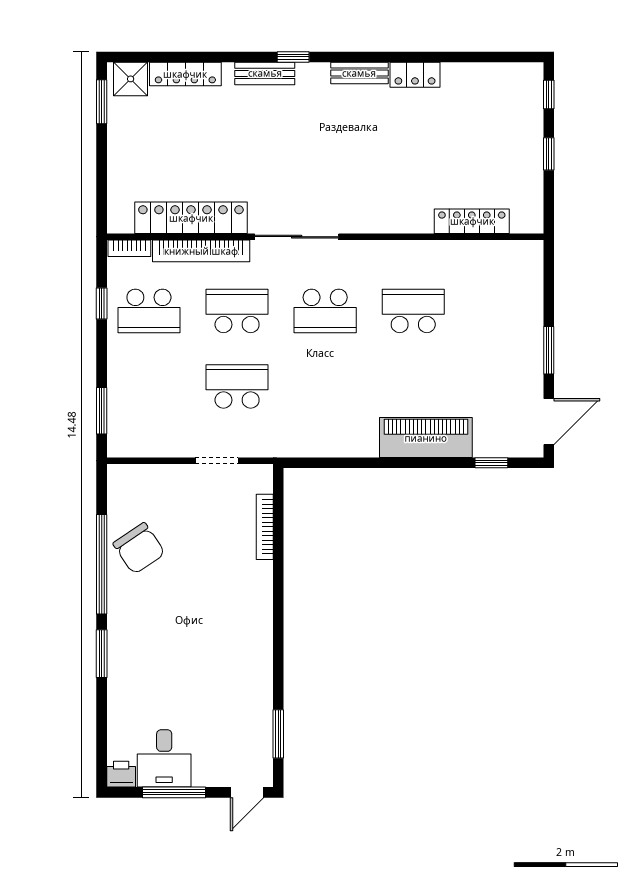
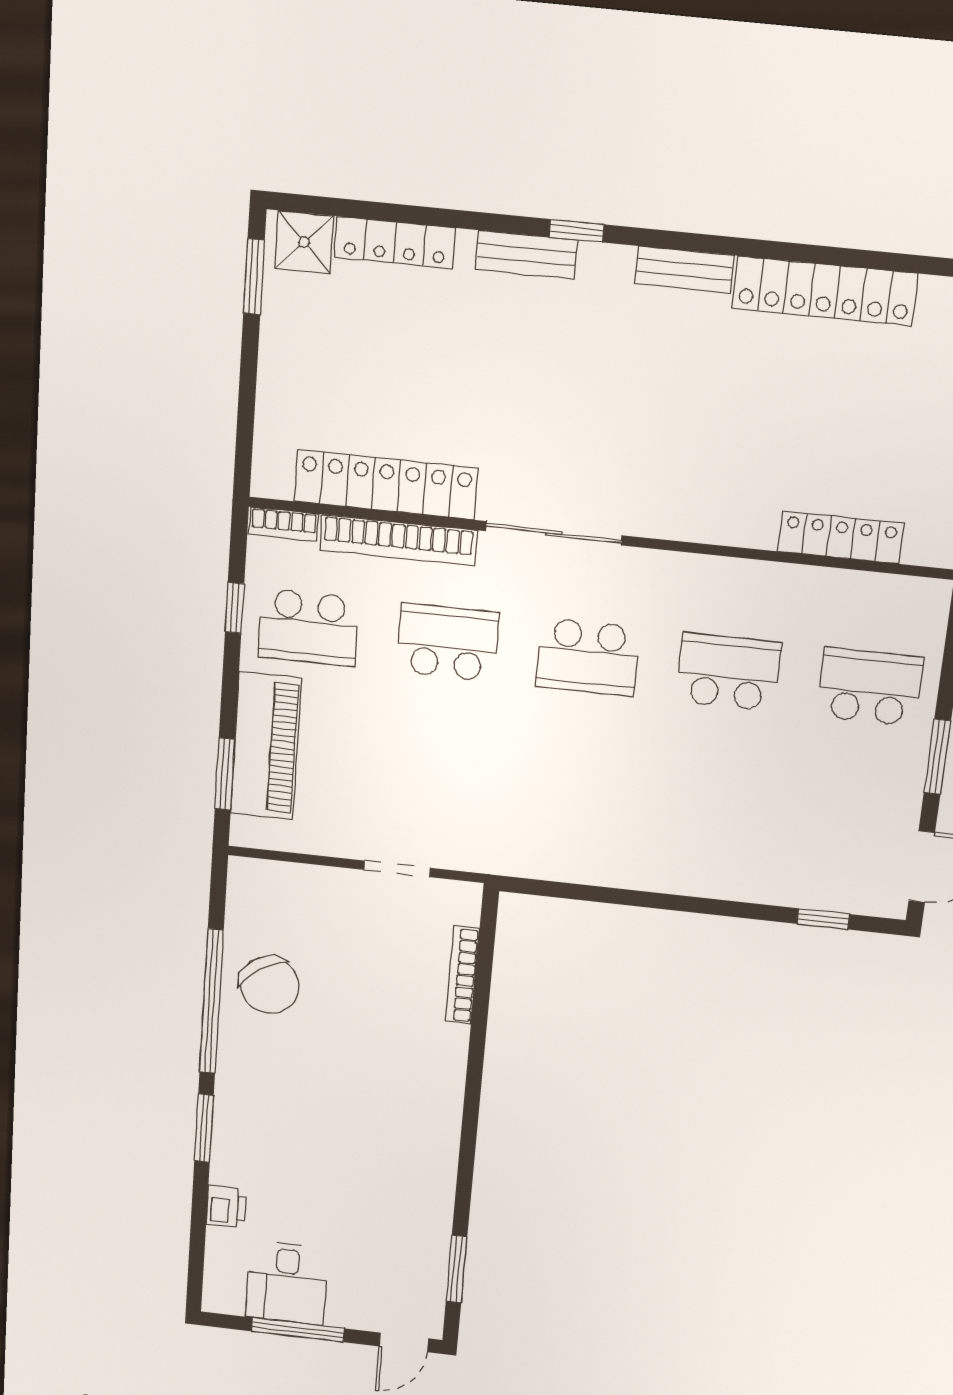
locker: (415, 75) -> (825, 291), width x2.16, depth x1.21
school desk: (237, 386) -> (870, 687), moved
piano: (426, 438) -> (266, 746), moved, turned 90
printer: (121, 774) -> (226, 1207), moved, turned 90

